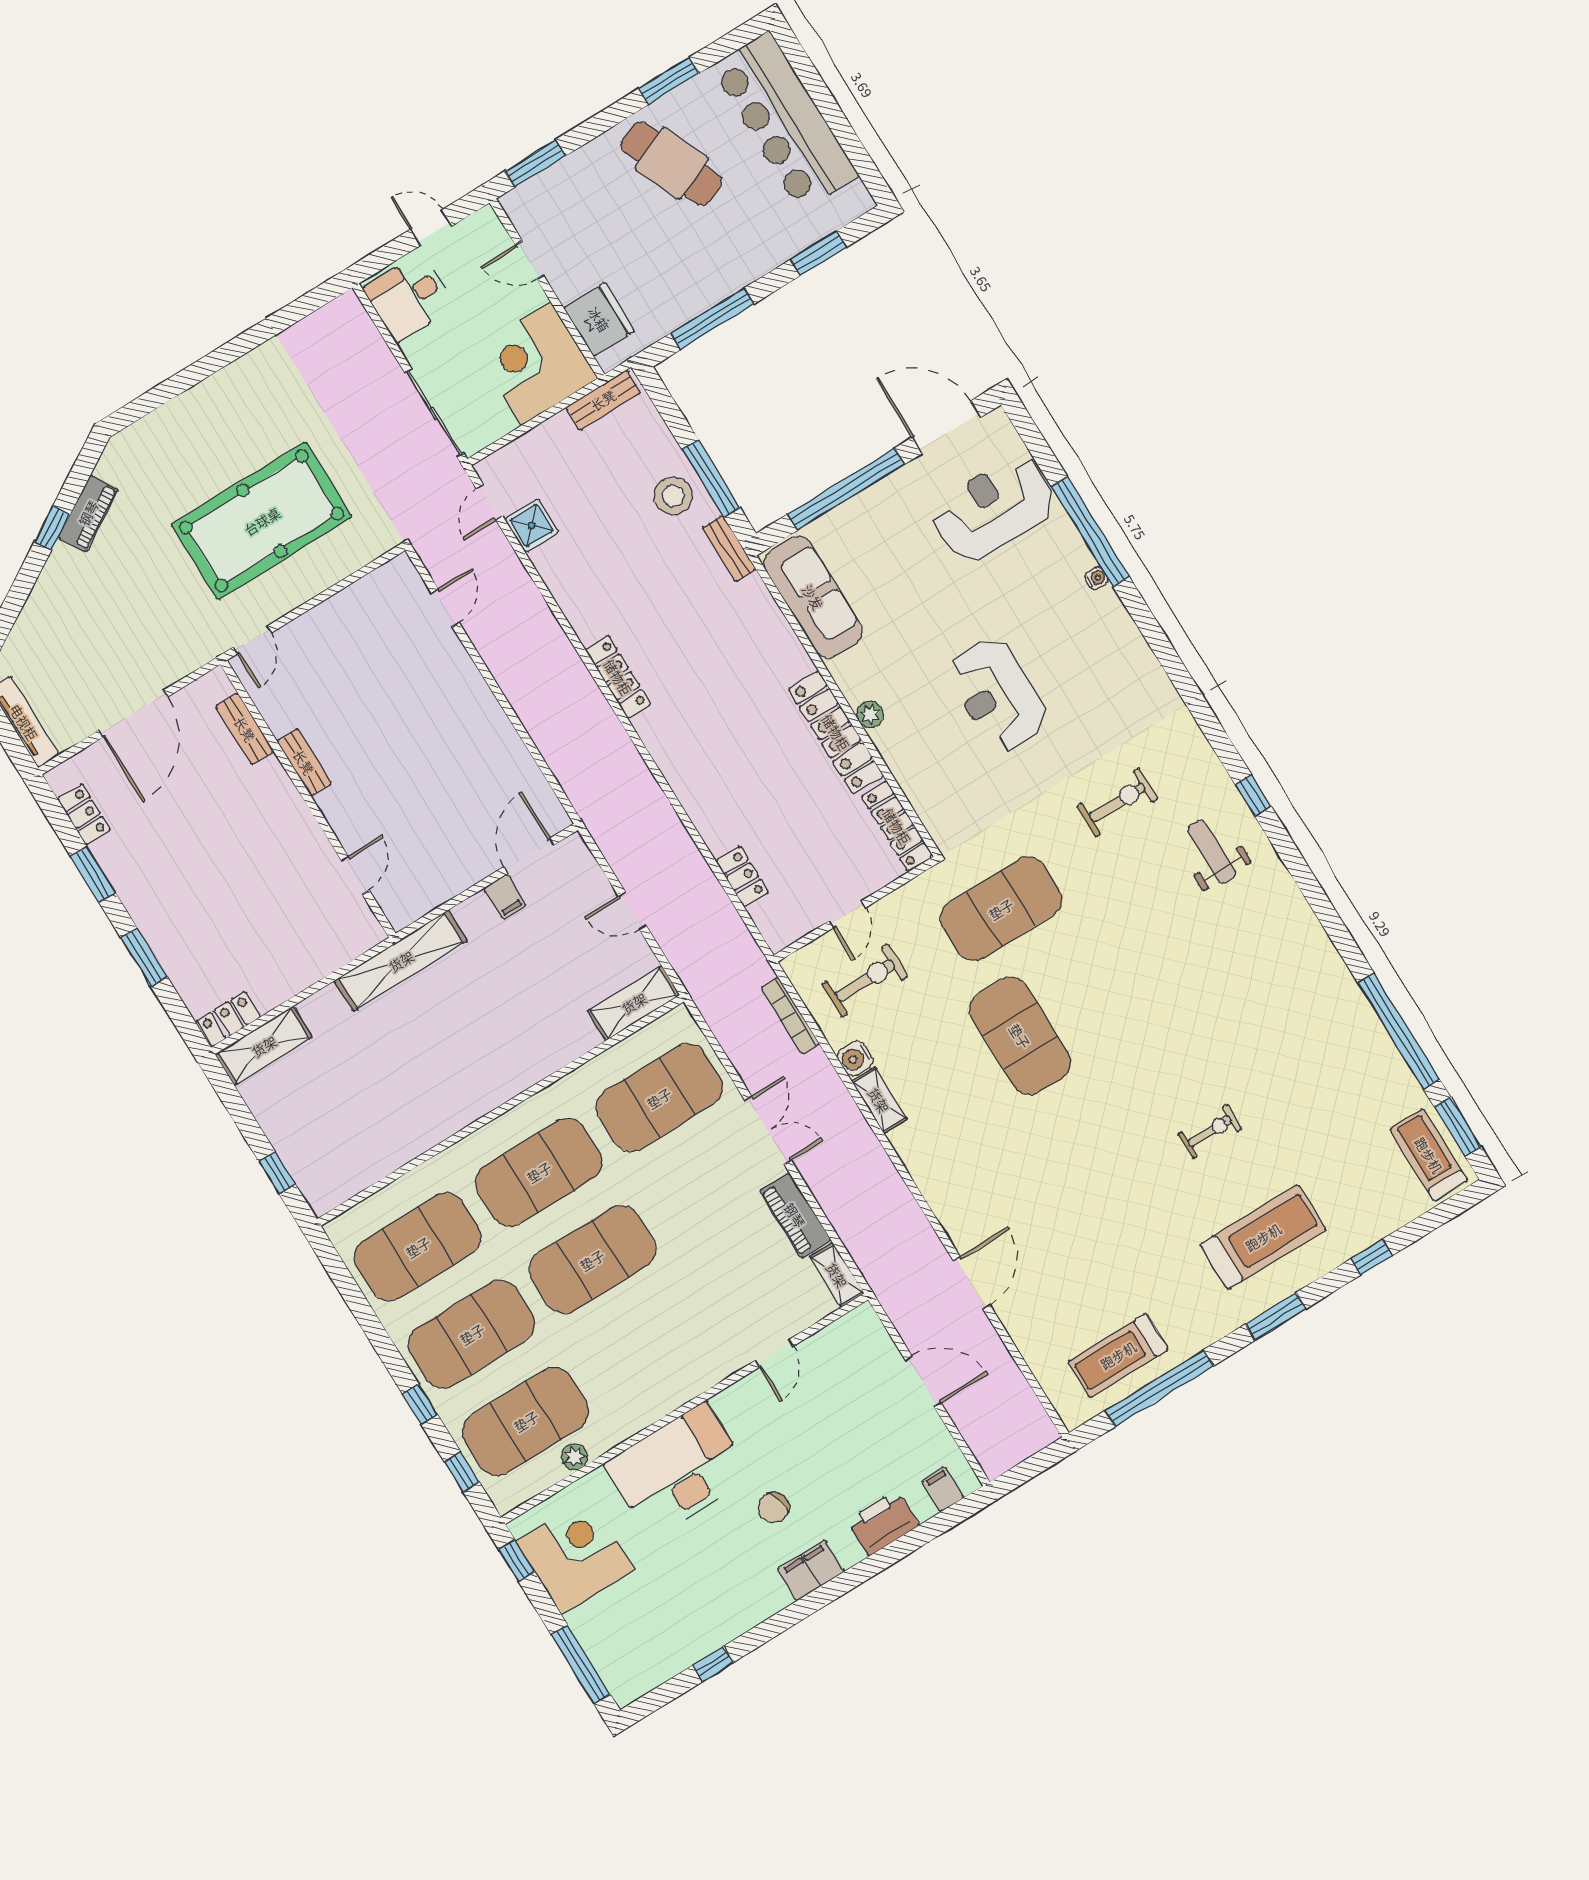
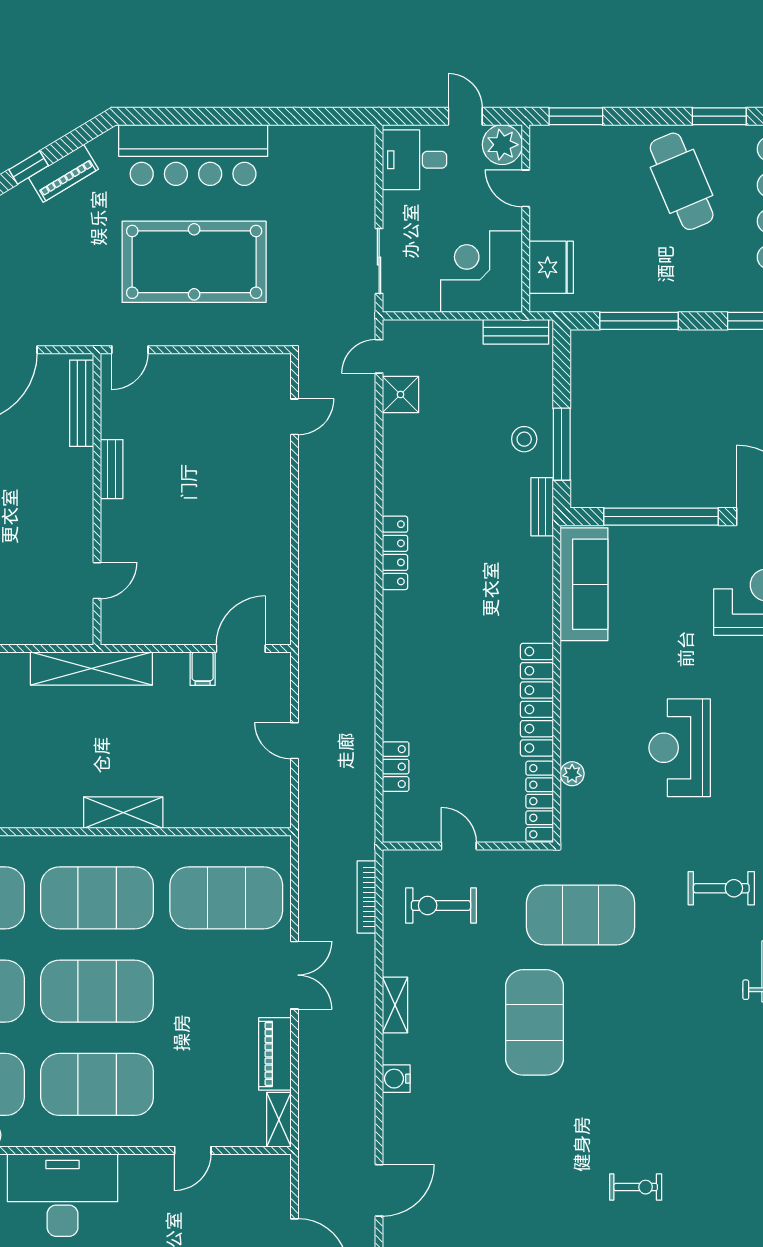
plant: (482, 233) -> (502, 145), added
sliding door: (434, 413) -> (379, 261), width x0.73
bar counter: (199, 421) -> (193, 155), added
stool: (673, 496) -> (524, 439), width x0.73, depth x0.73
plant: (870, 714) -> (572, 774), moved
bench: (245, 729) -> (82, 403), width x1.36
door: (847, 914) -> (459, 846), swing flipped
exercise bike: (865, 980) -> (441, 905), turned 180
shelving: (634, 1003) -> (123, 813), moved
water cooler: (855, 1058) -> (396, 1079), moved
exercise mat: (646, 1347) -> (97, 1084), added

